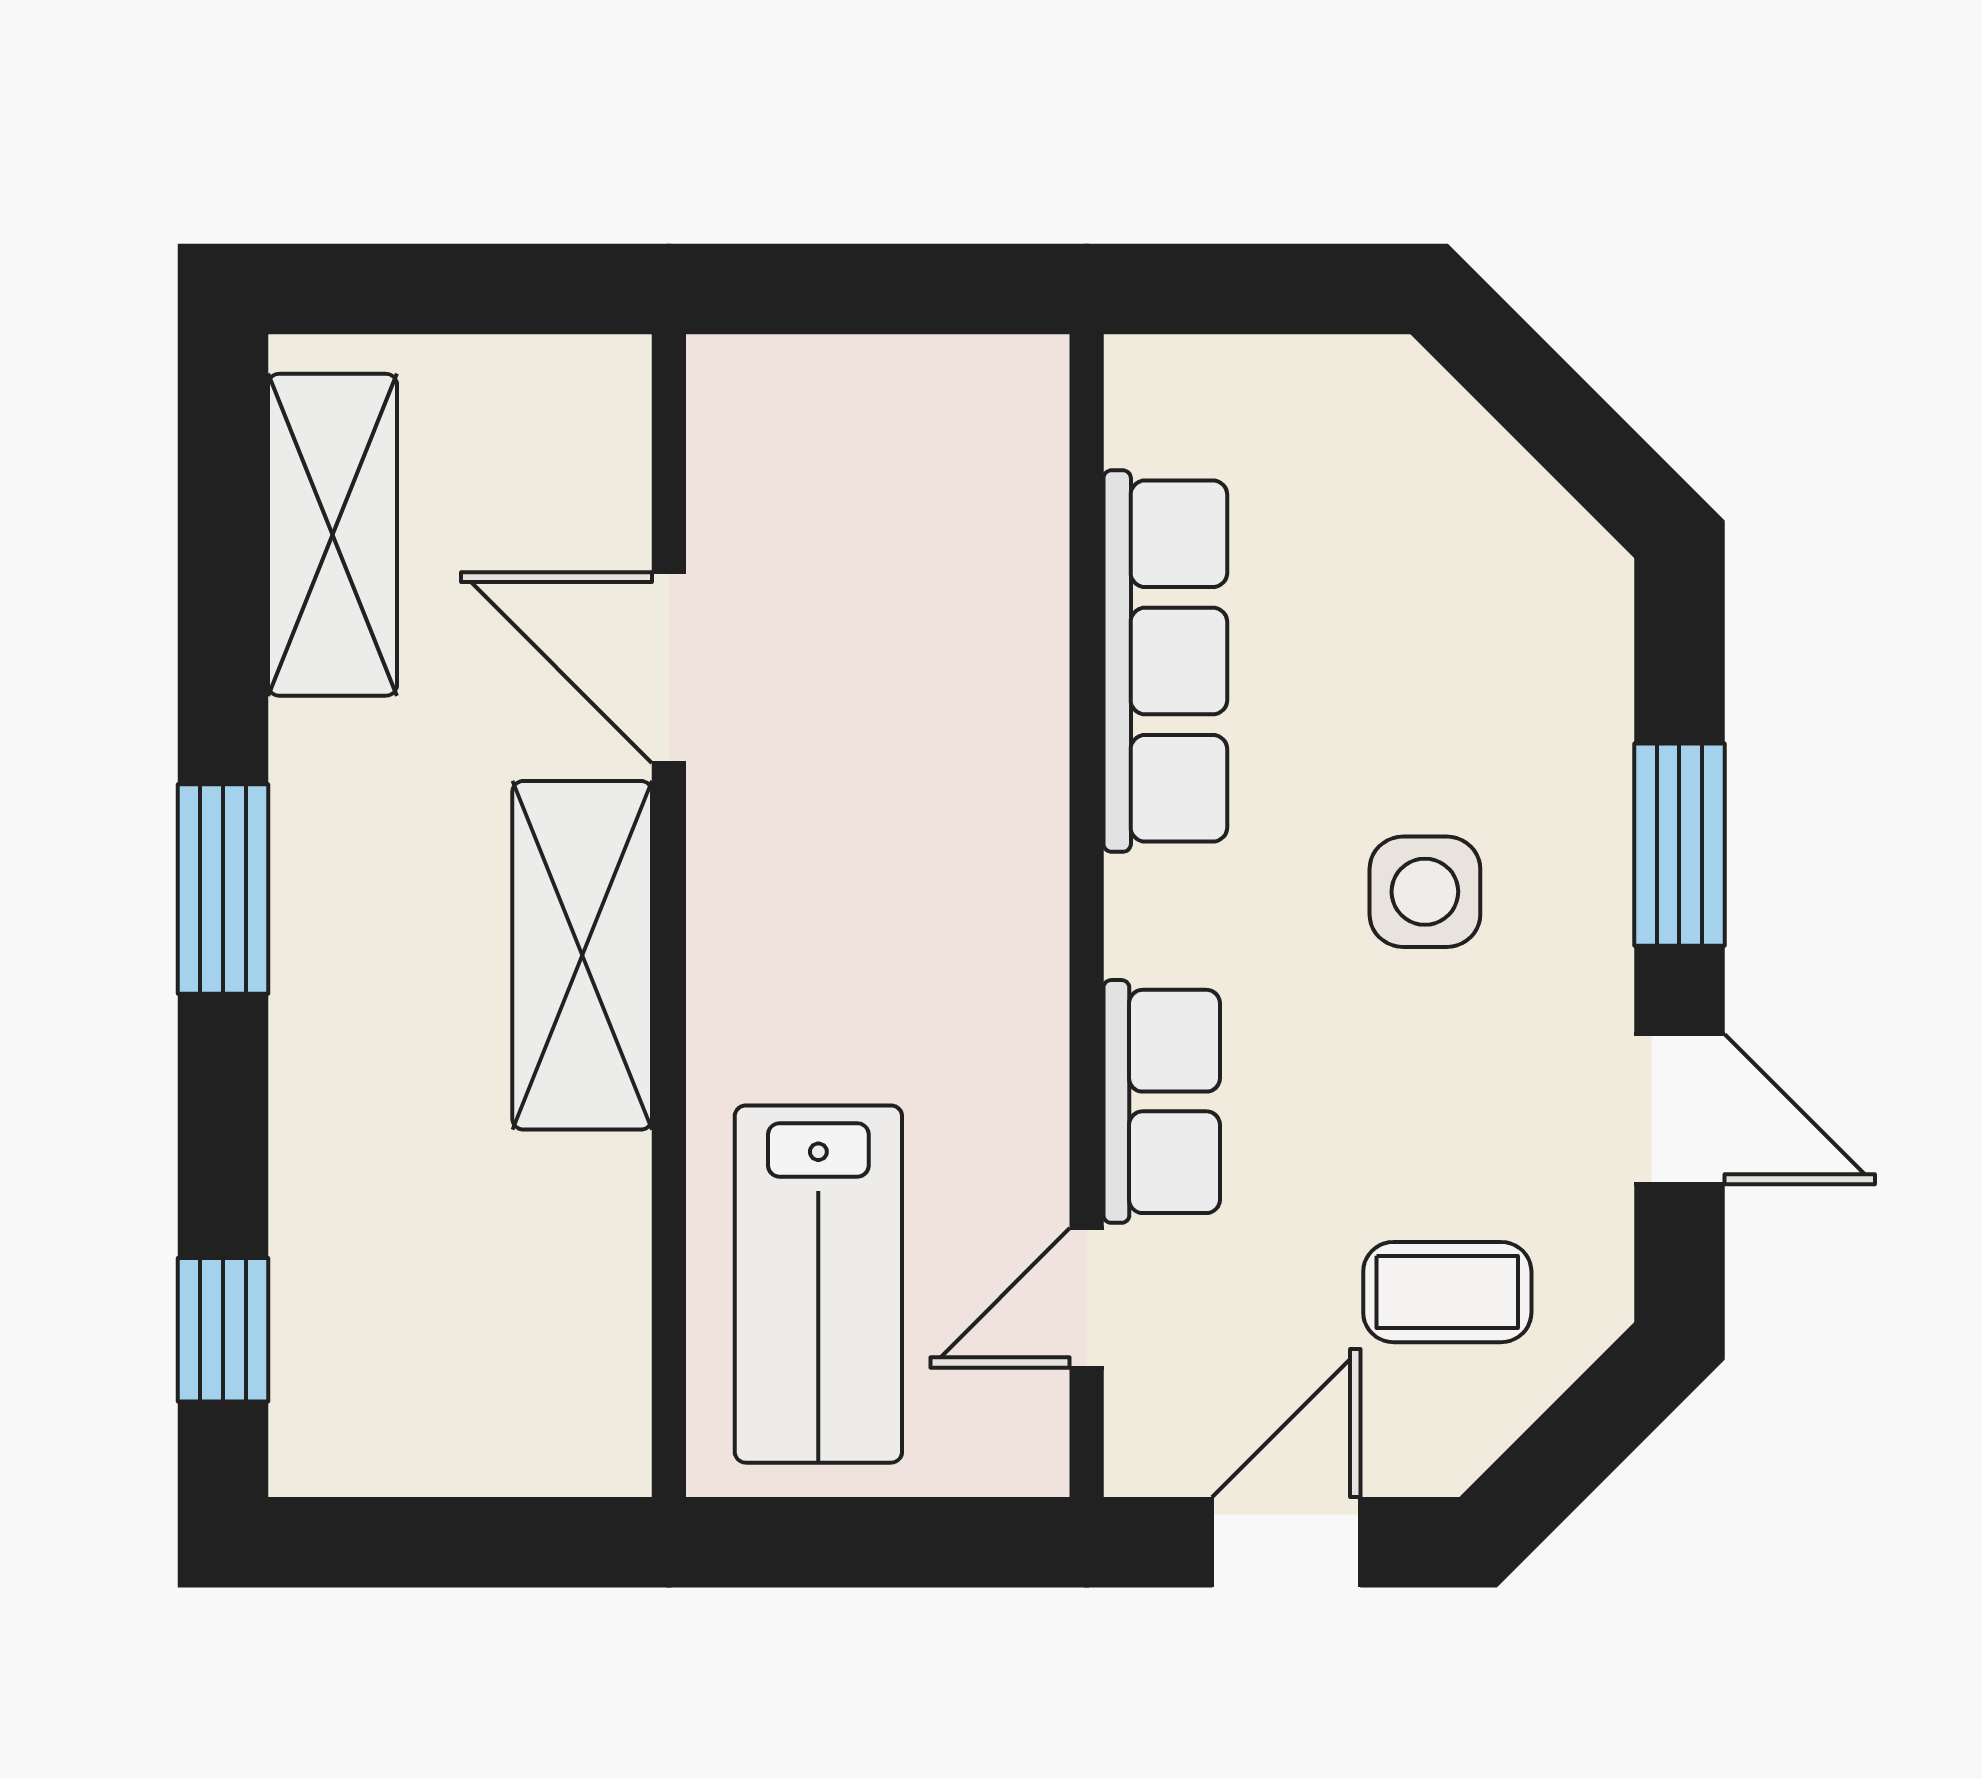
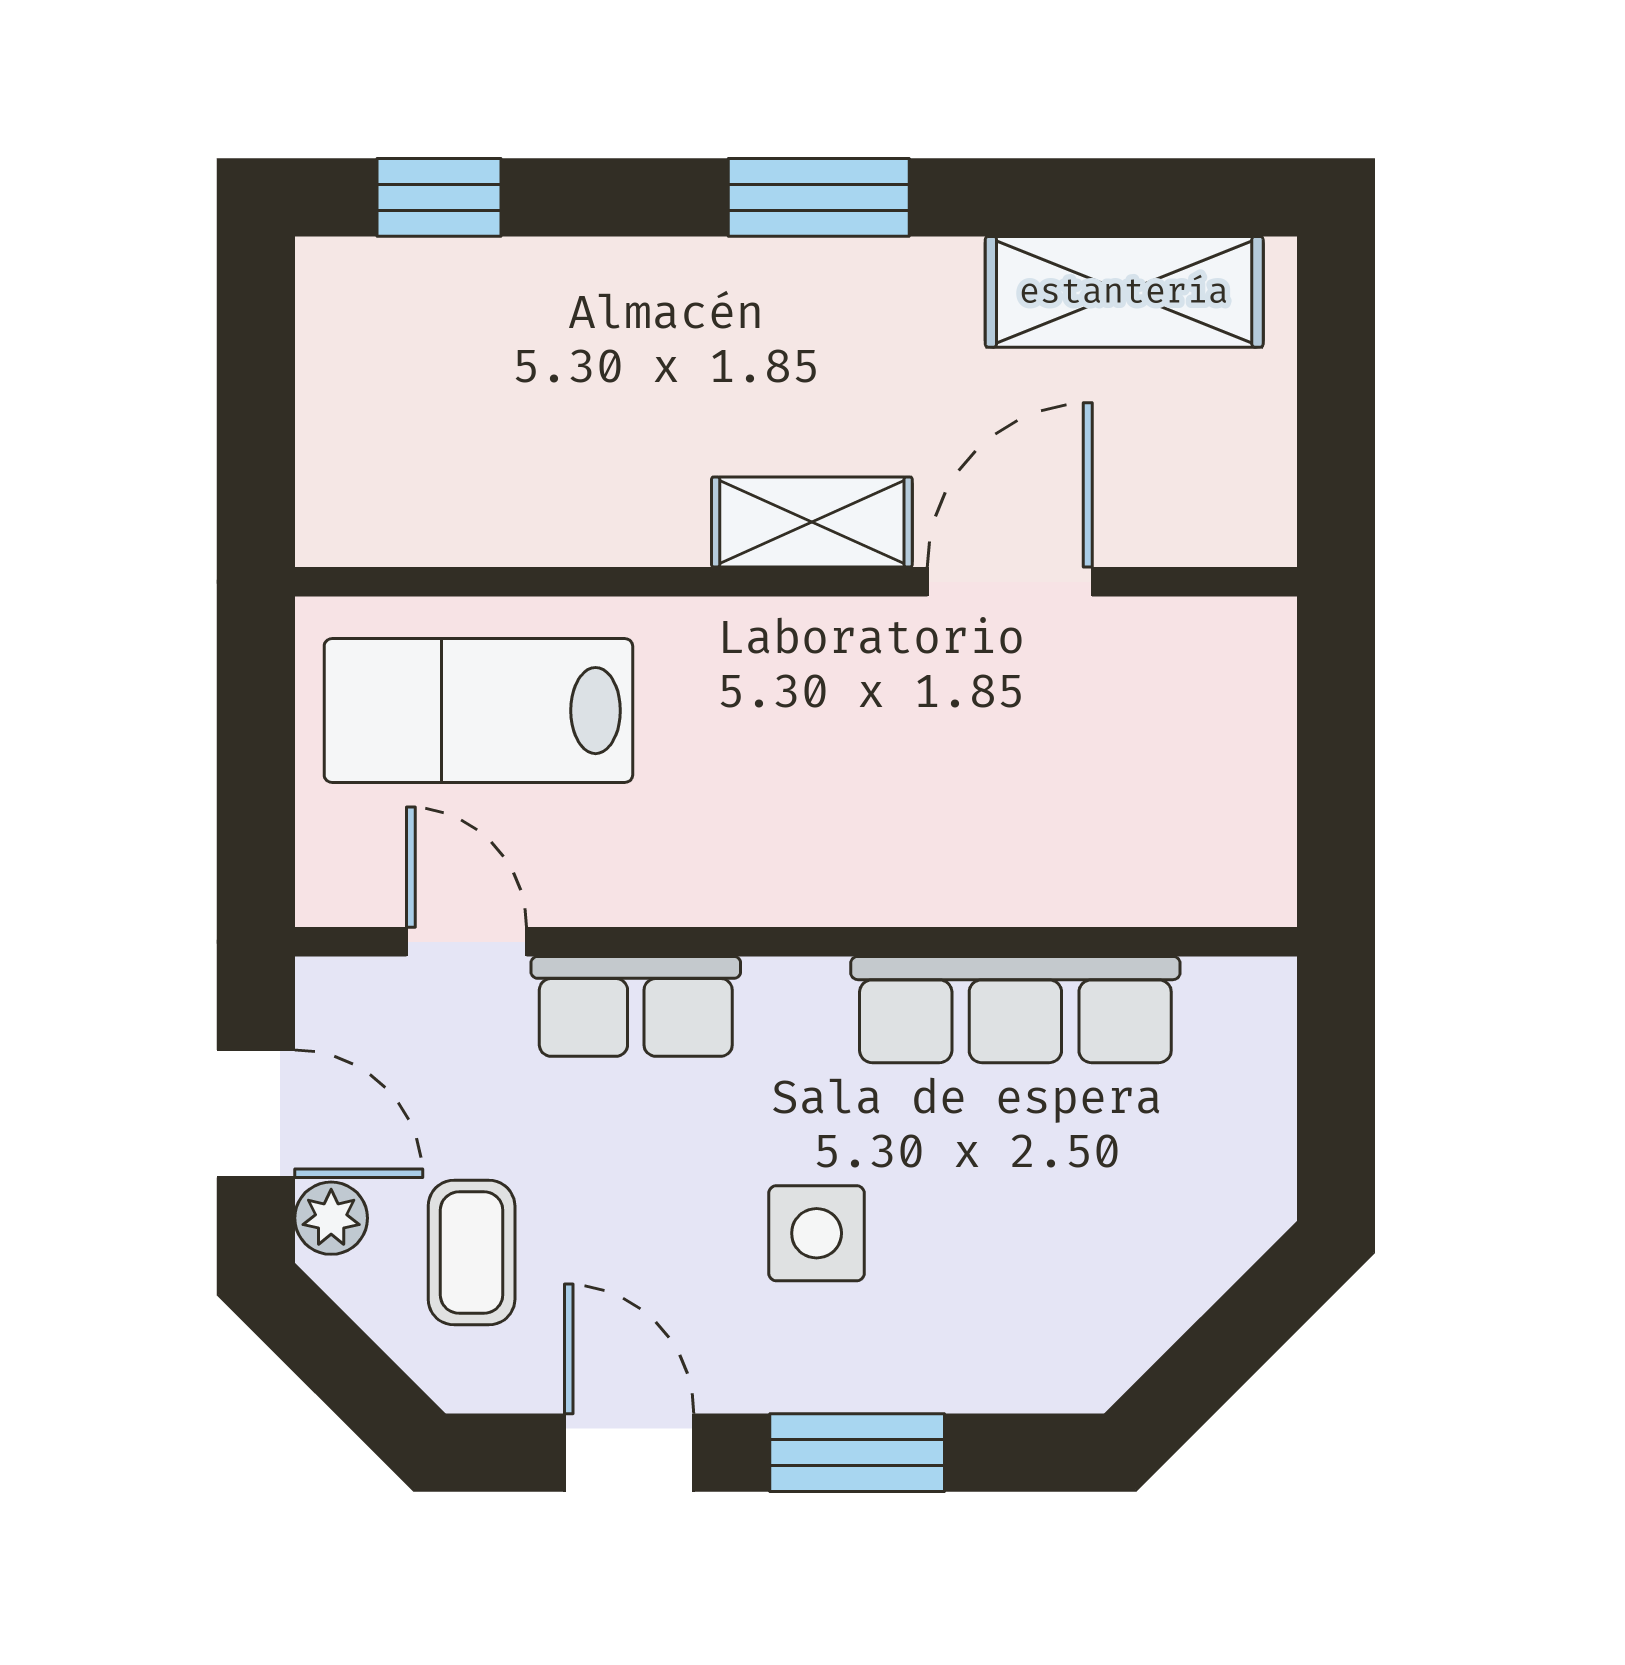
shelving: (582, 955) -> (812, 522), width x0.67, depth x0.75
door: (1679, 1109) -> (629, 1453), swing flipped
plant: (1407, 1455) -> (331, 1218), added

